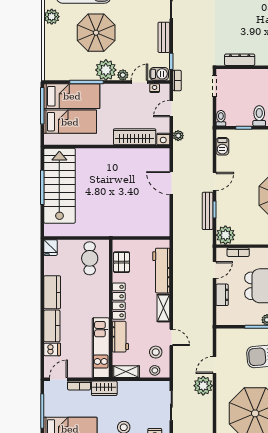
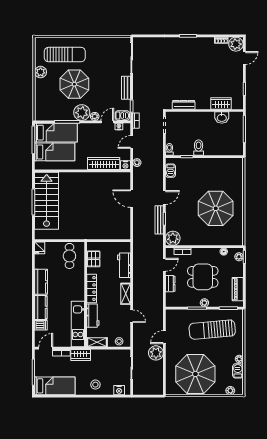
workbench: (161, 271) -> (124, 265), width x0.73
stool: (156, 352) -> (120, 327), removed

